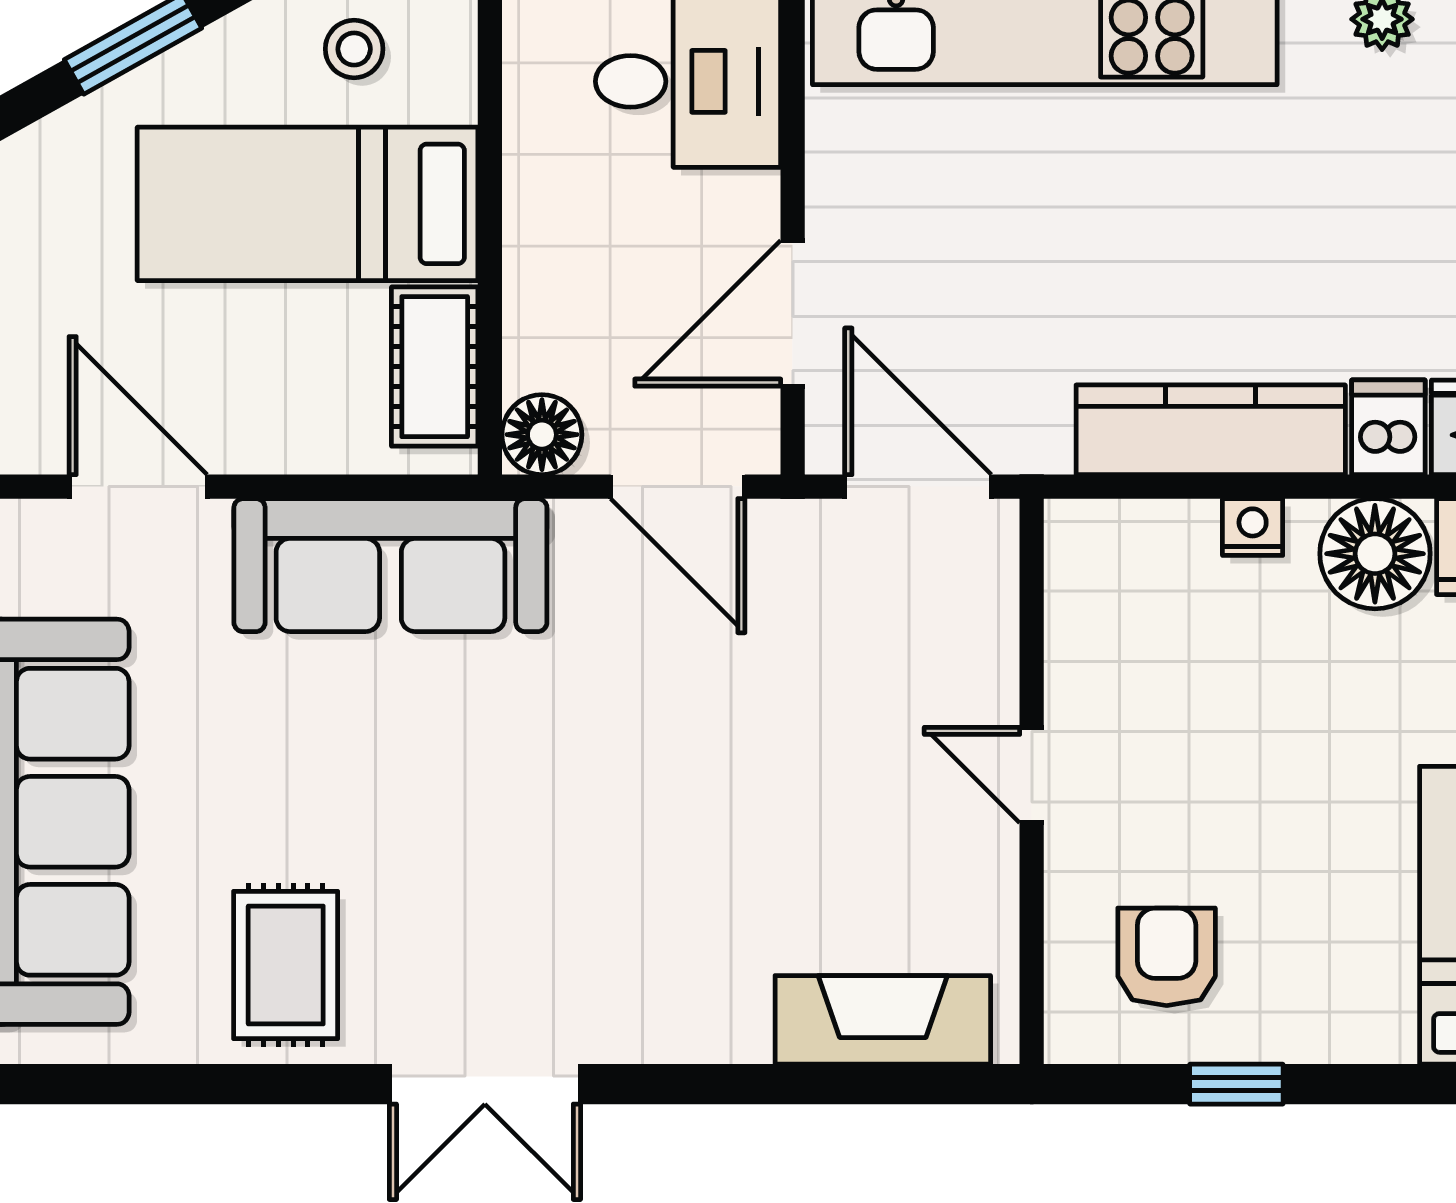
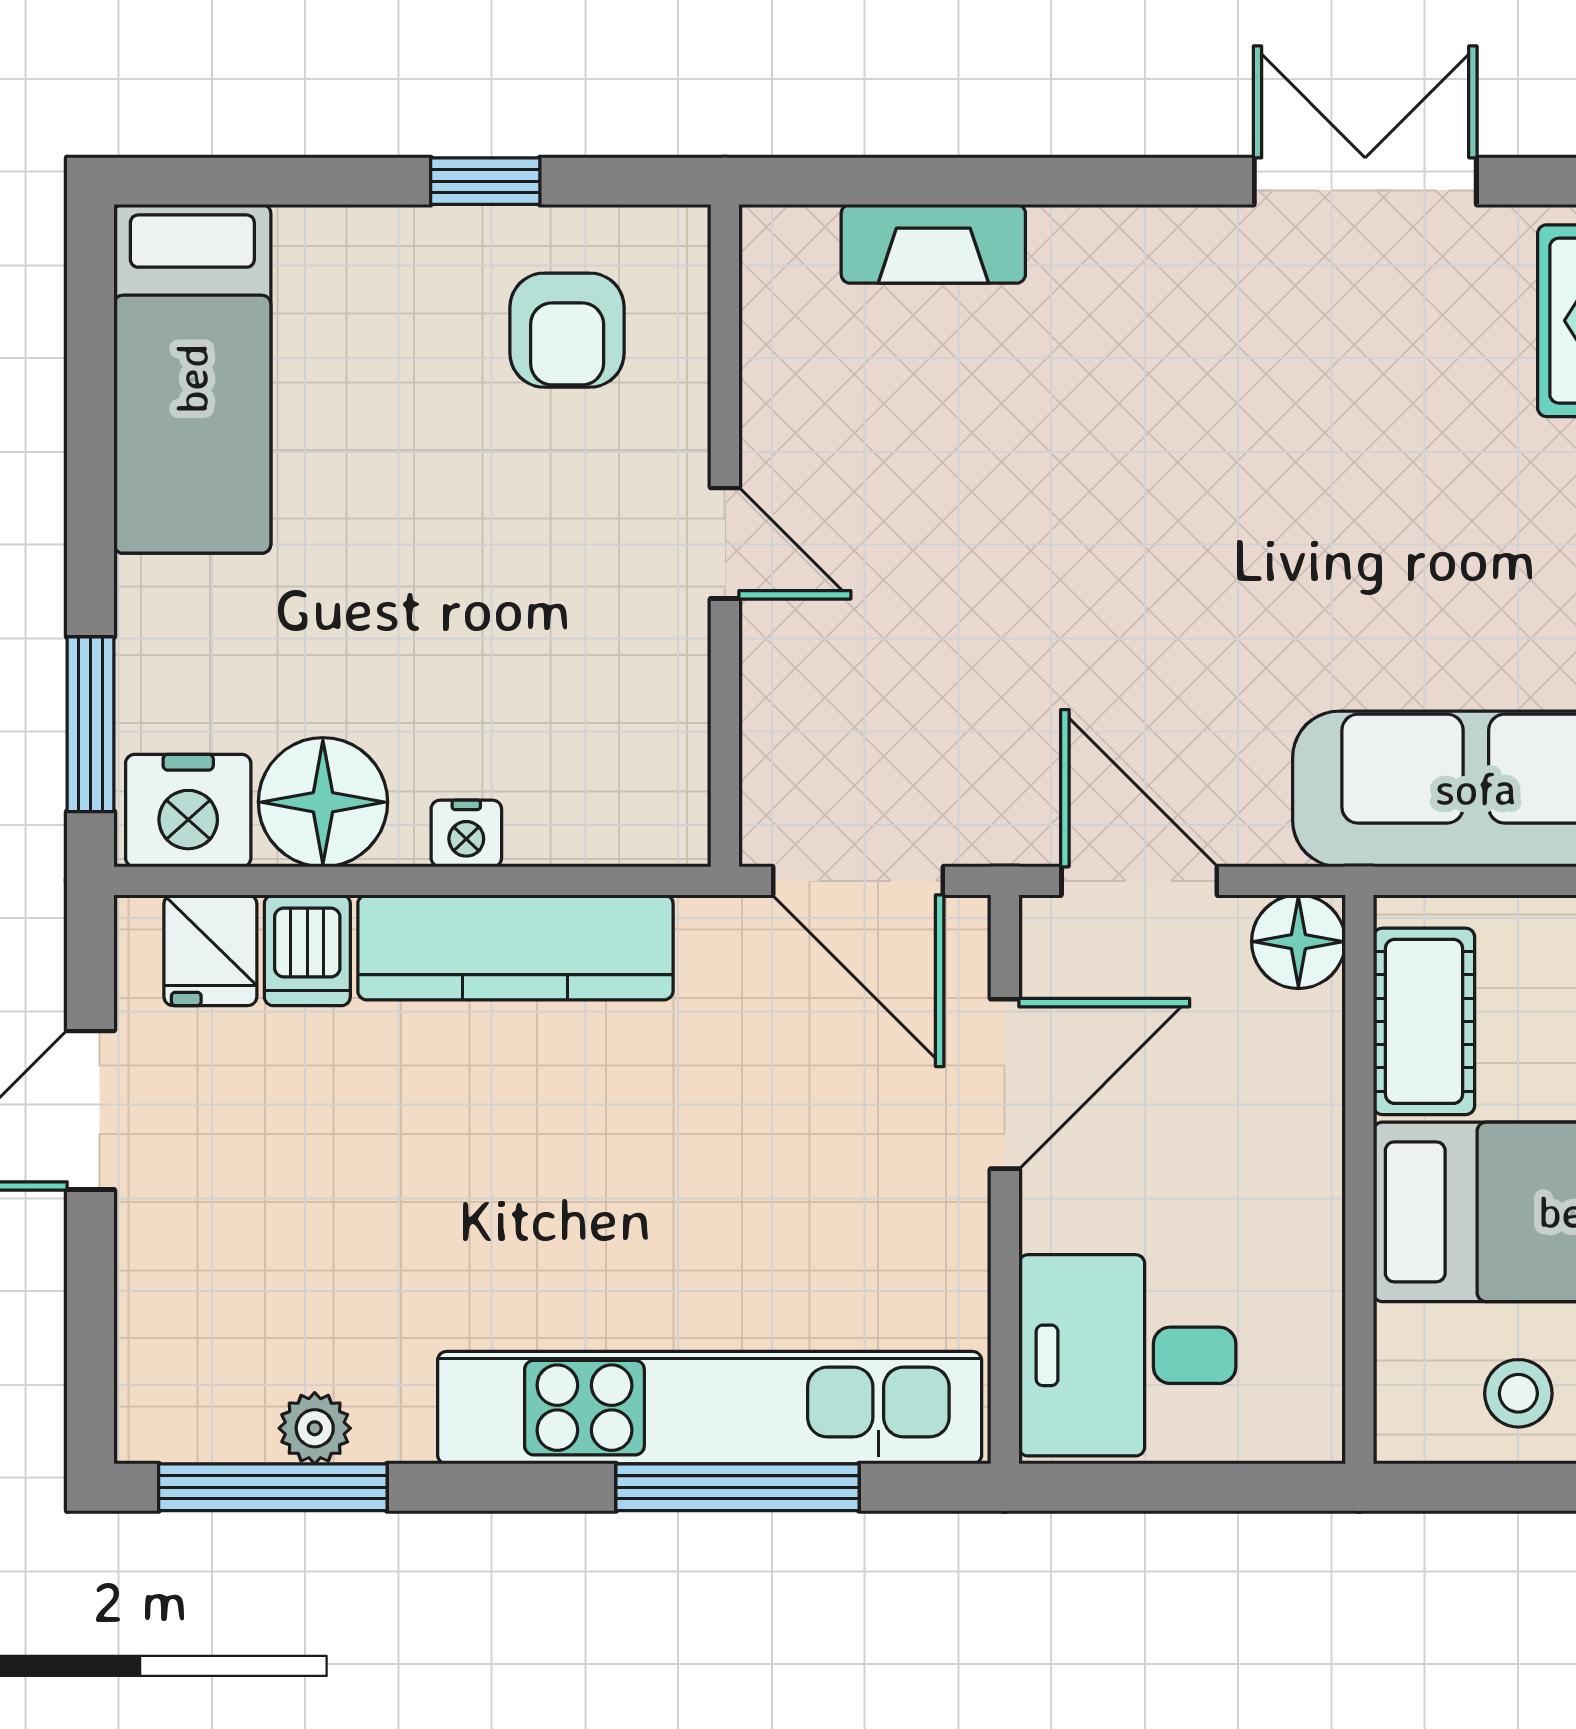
fireplace: (883, 1020) -> (933, 244), width x0.73, depth x0.76

